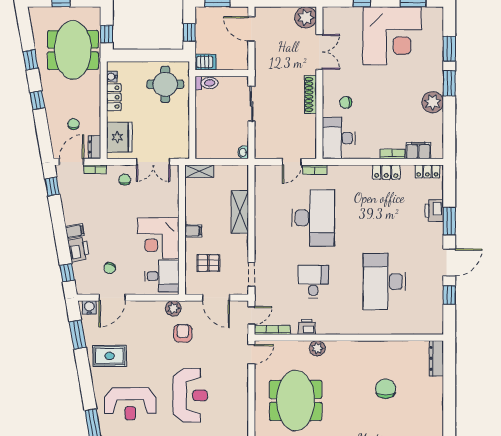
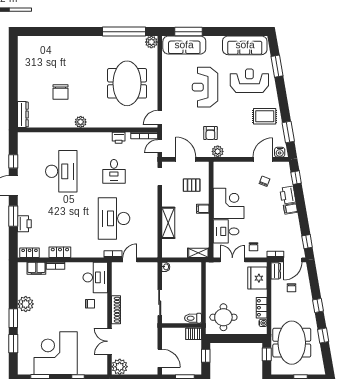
desk: (162, 276) -> (226, 231), moved
plant: (317, 348) -> (81, 122), moved

